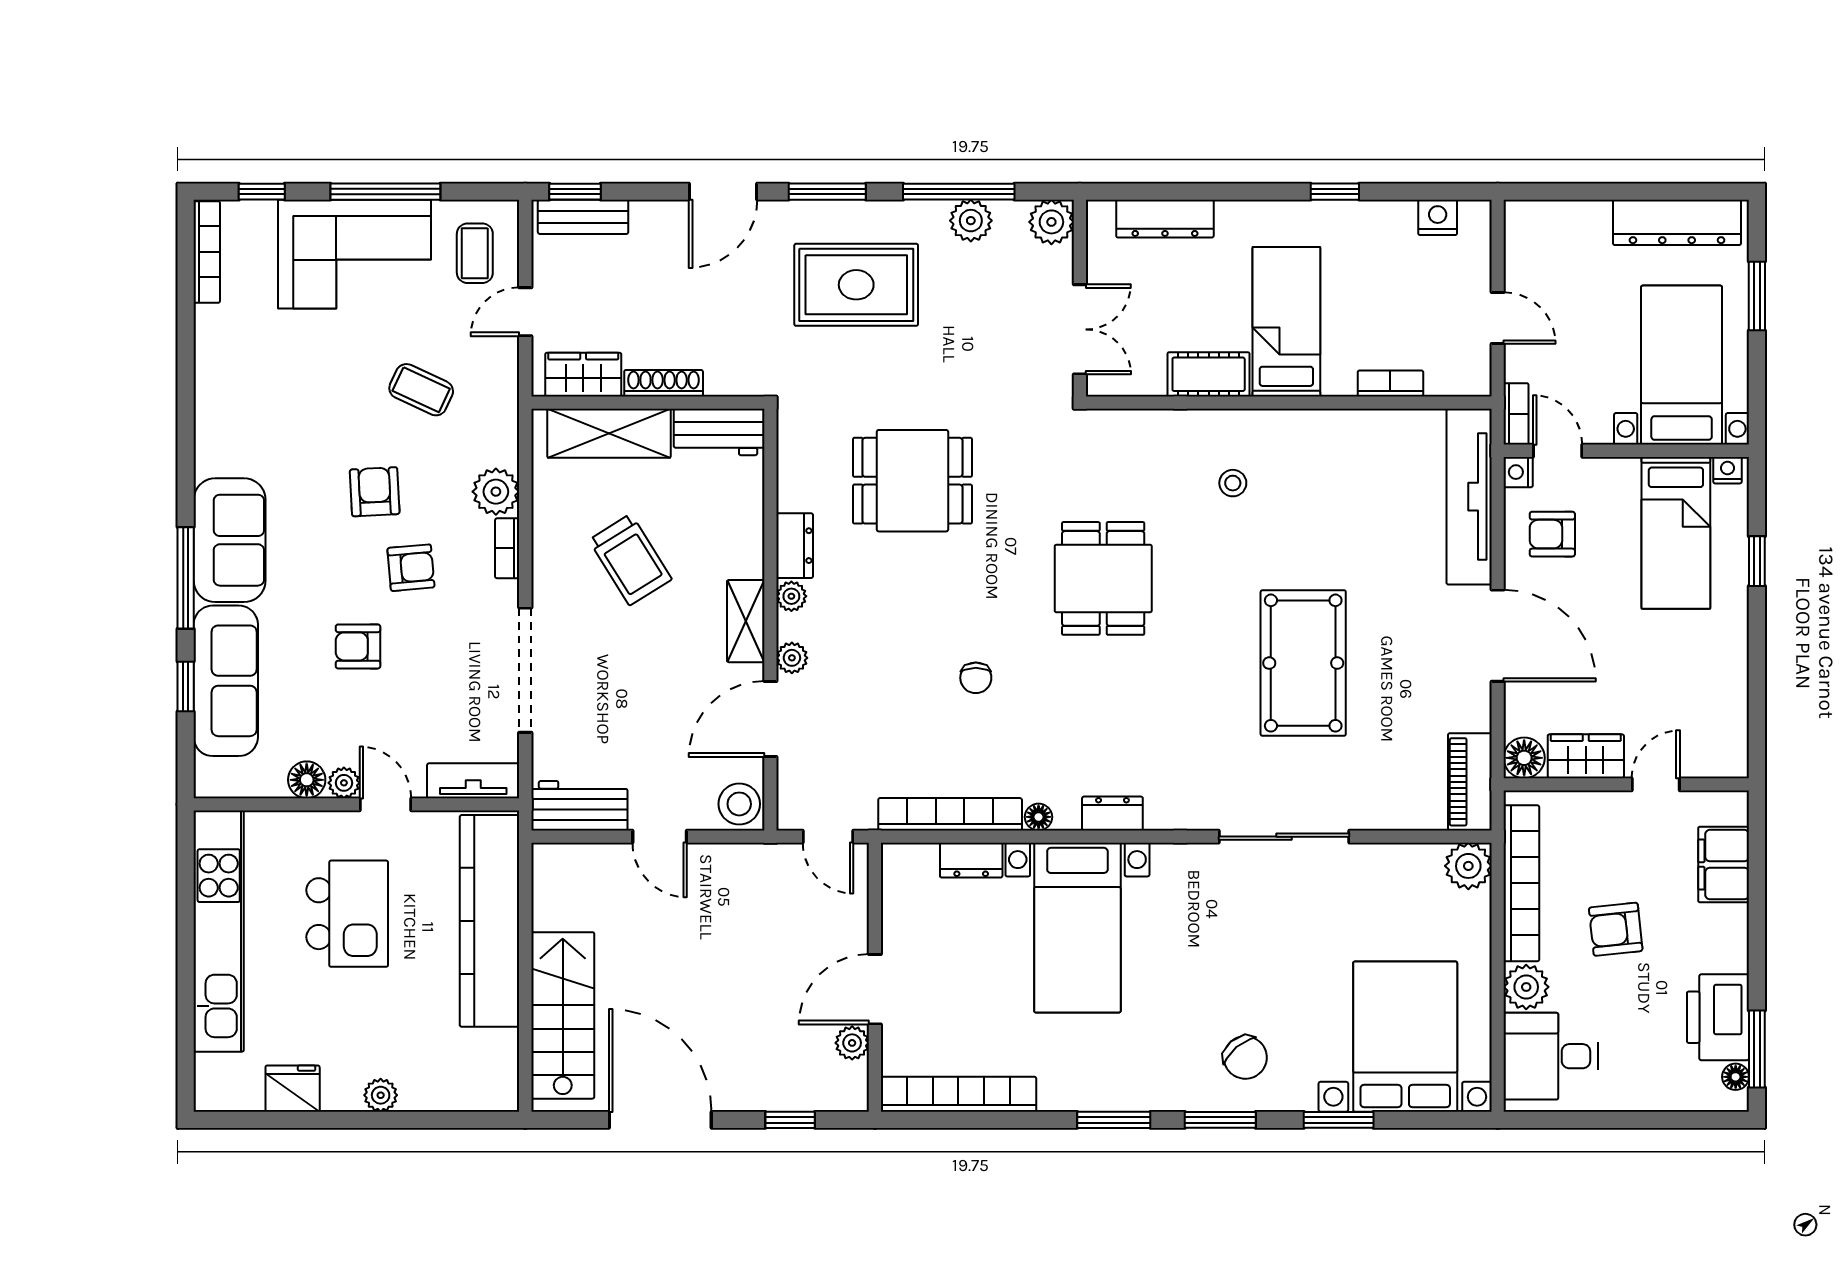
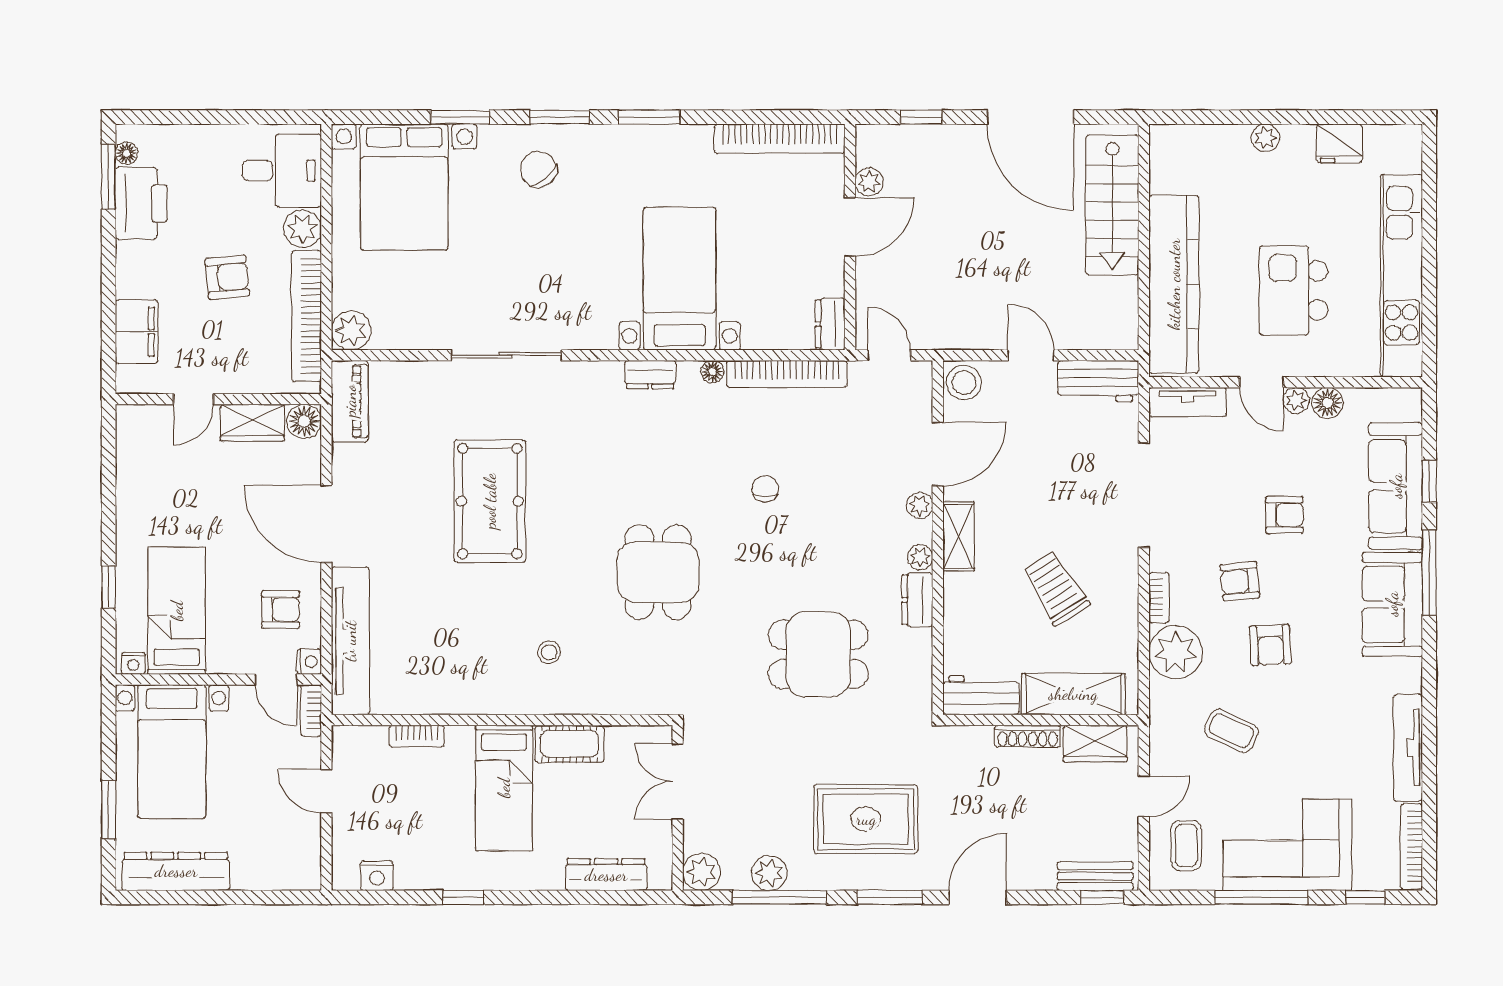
tv unit: (211, 370) -> (1408, 748), added
plant: (496, 492) -> (1176, 652), width x1.36, depth x1.36
dresser: (971, 860) -> (830, 324), moved, turned -90

